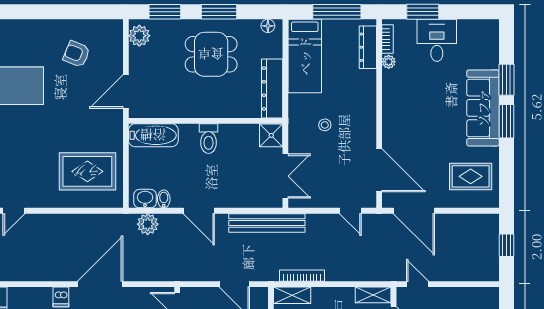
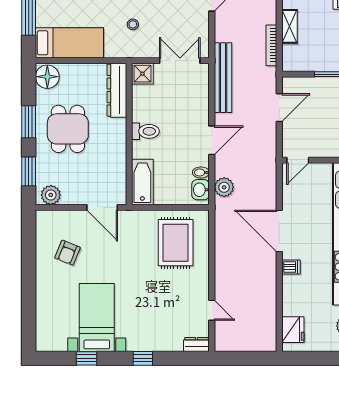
floor lamp: (268, 26) -> (47, 77), width x1.89, depth x1.89
dresser: (272, 89) -> (117, 90), moved, turned 90
shelving: (292, 295) -> (289, 26), moved

